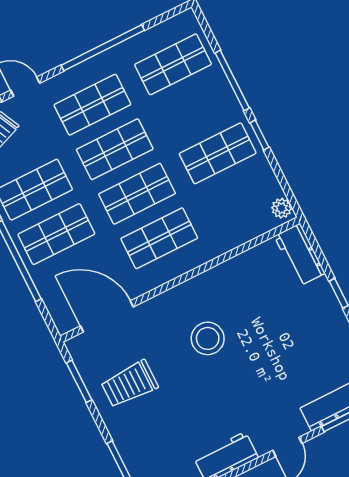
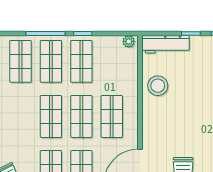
shop shelf: (92, 105) -> (51, 61), moved
workbench: (300, 255) -> (166, 44), width x1.37
stool: (208, 338) -> (158, 86), moved

